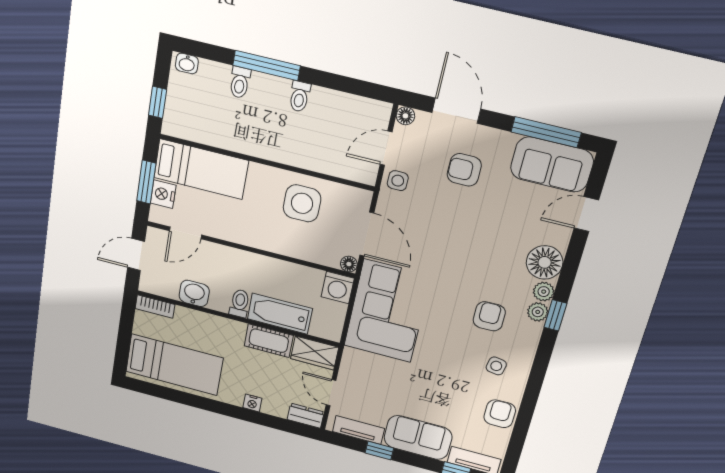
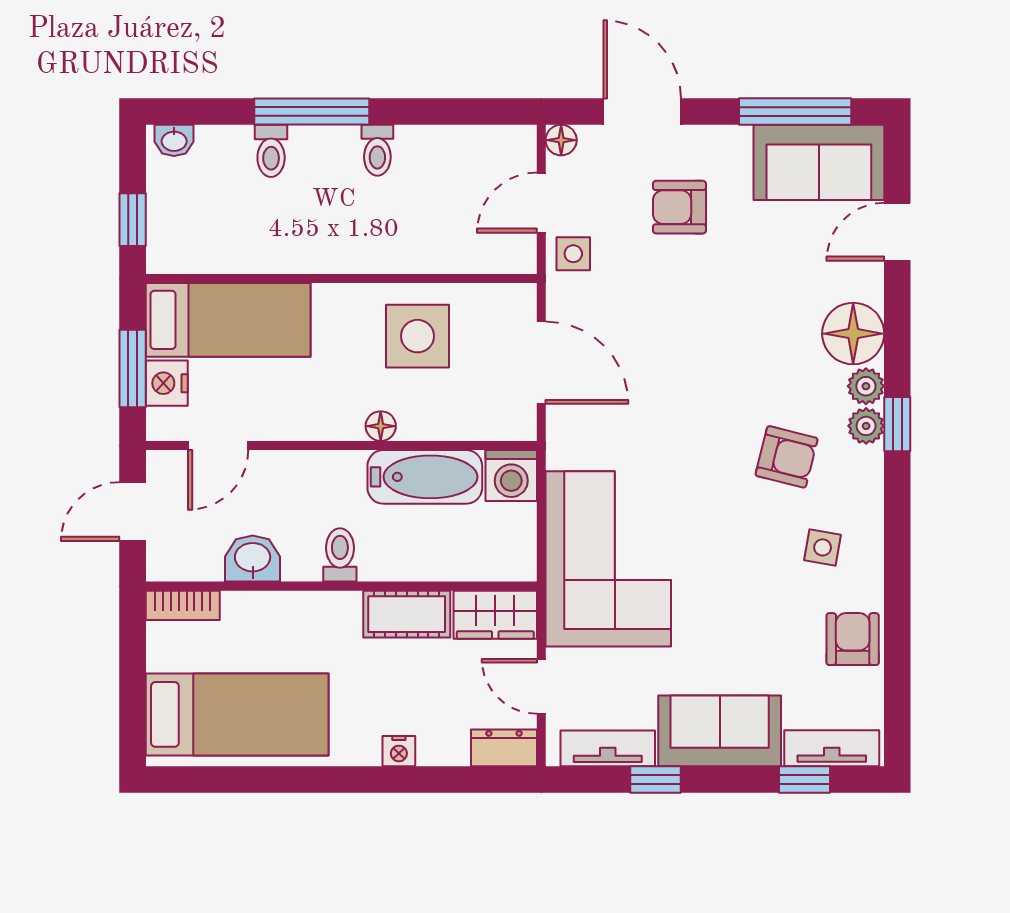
floor lamp: (349, 264) -> (381, 426), moved
corner sofa: (387, 311) -> (608, 559), moved
bathtub: (280, 314) -> (425, 477), moved, turned 180
armchair: (489, 316) -> (787, 457), turned 104

